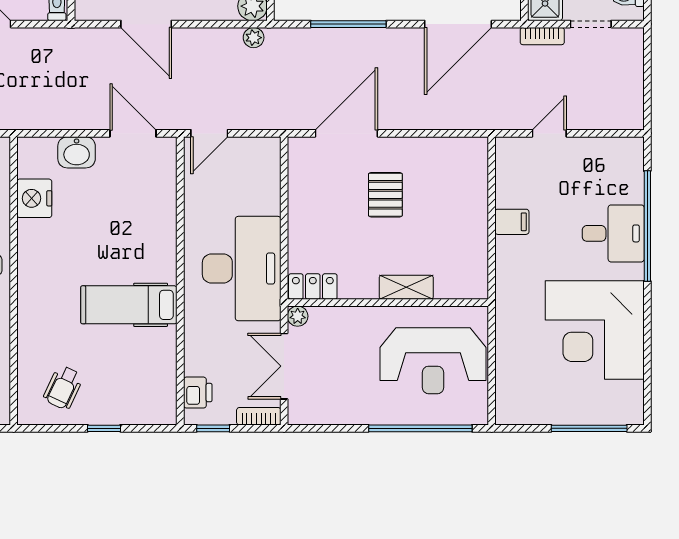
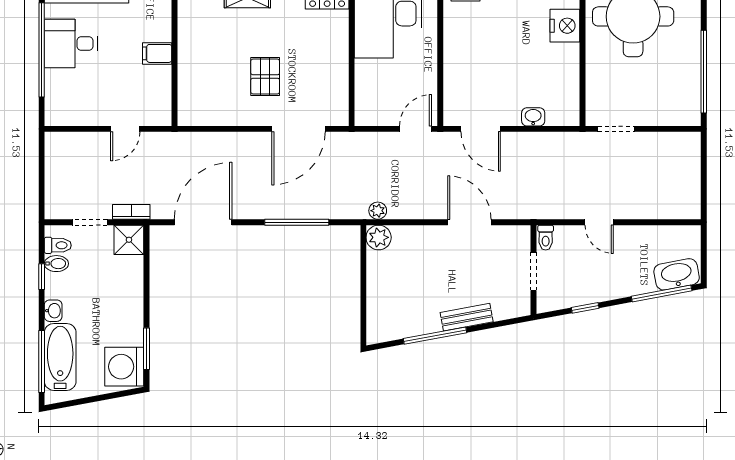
washbasin: (77, 152) -> (533, 117), width x0.72, depth x0.69
nightstand: (34, 198) -> (565, 26), moved

